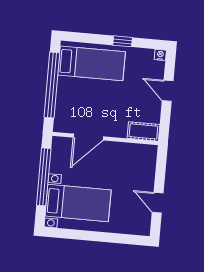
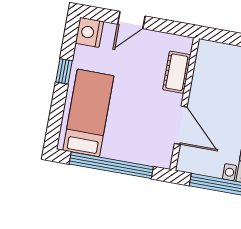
nightstand: (160, 55) -> (89, 32), width x1.89, depth x1.79
cot: (143, 131) -> (177, 72), moved

